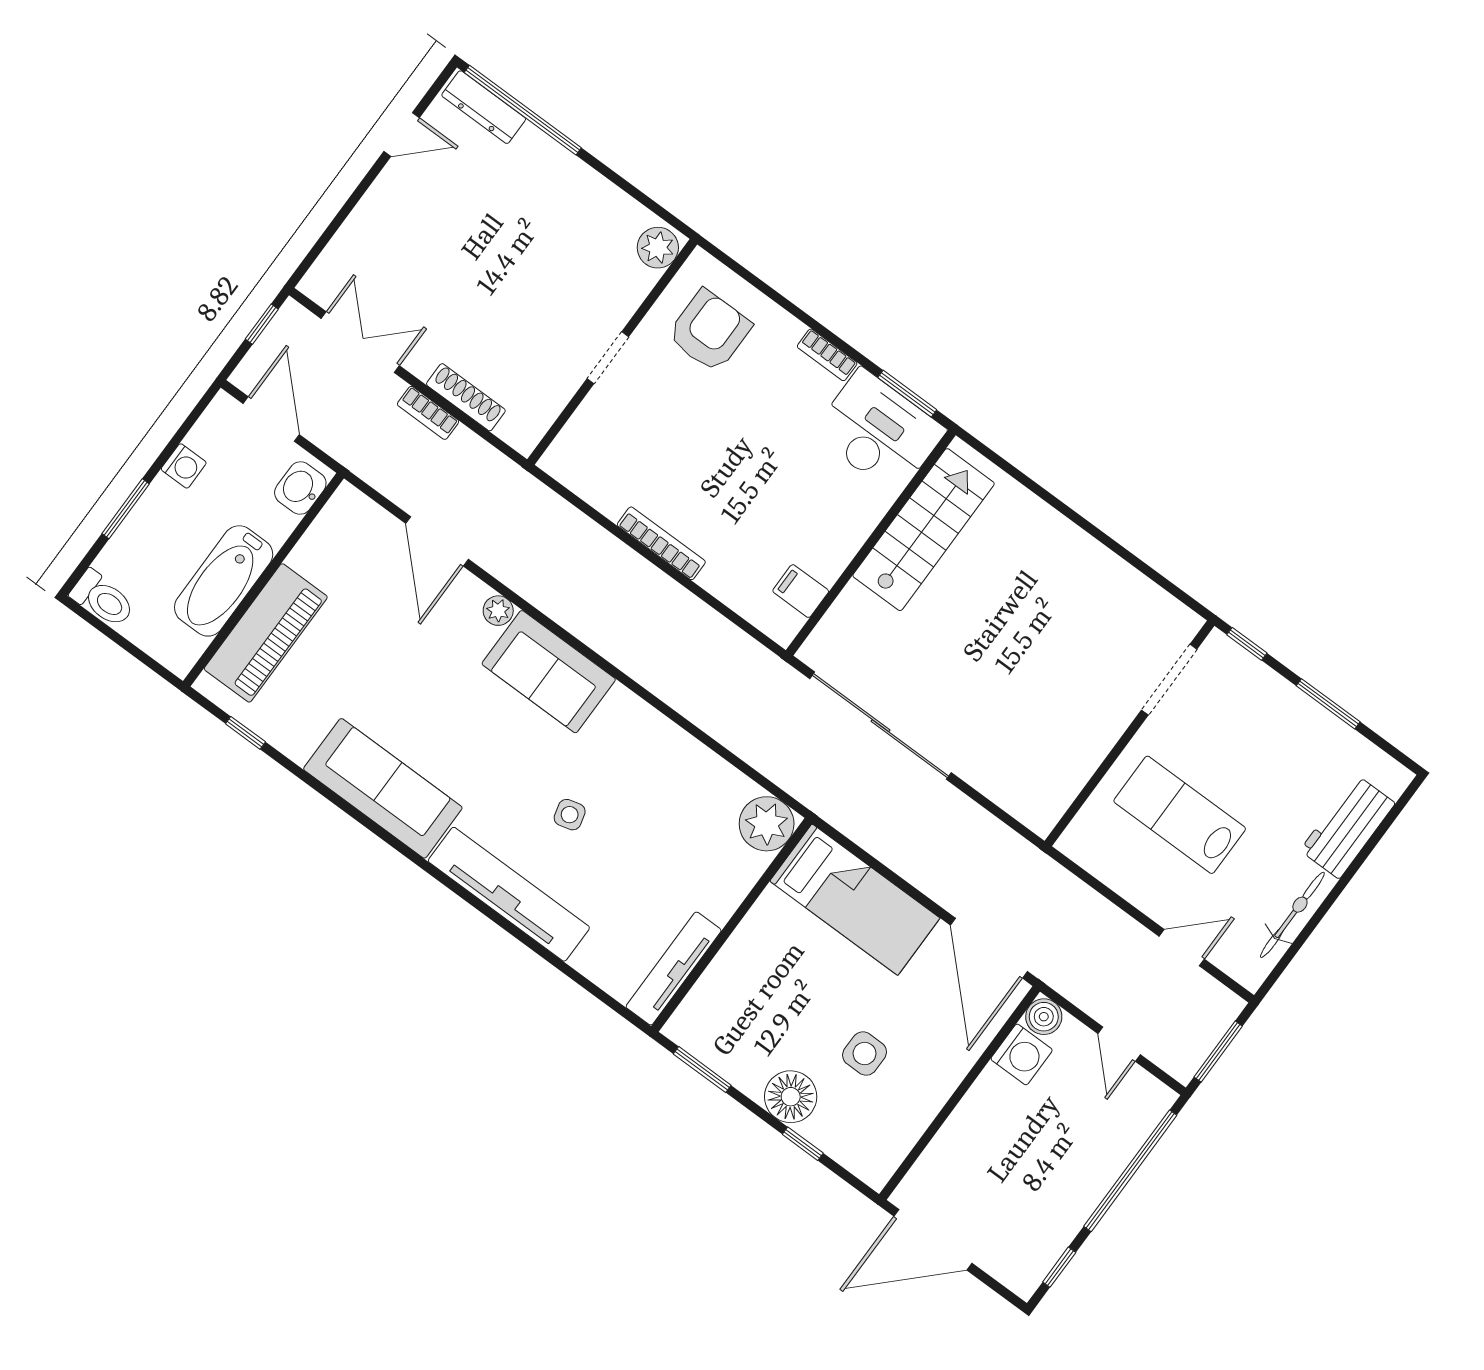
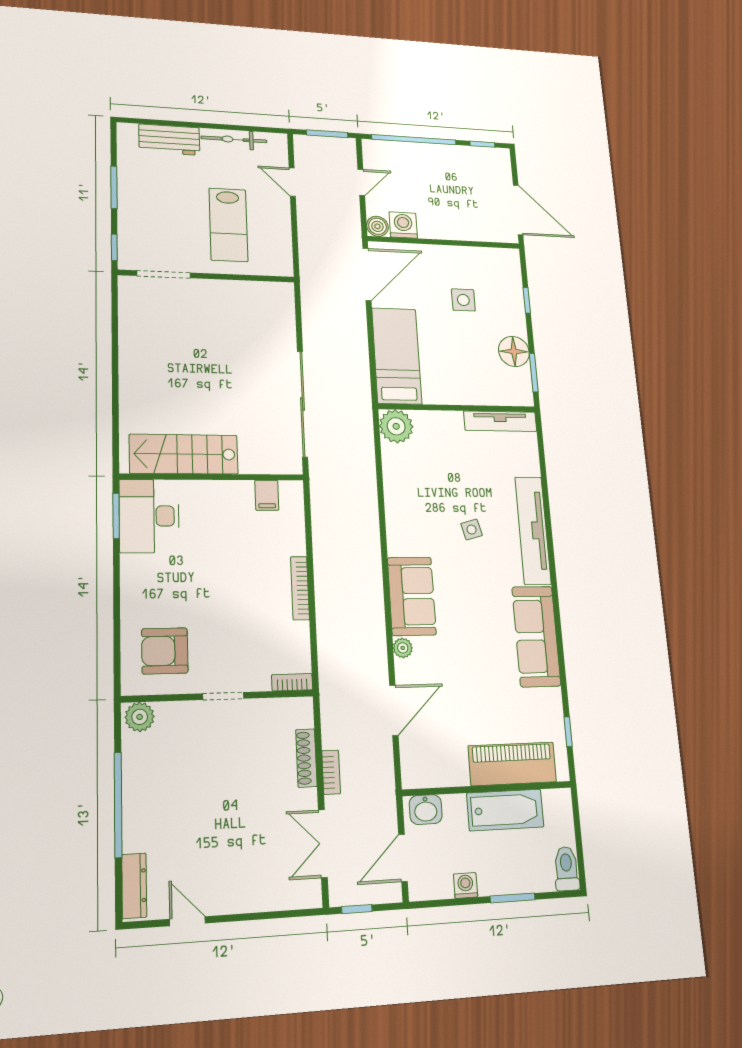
window: (523, 110) -> (118, 805), moved
bookcase: (827, 355) -> (292, 682), moved, turned -90
floor lamp: (791, 1097) -> (514, 351), moved

